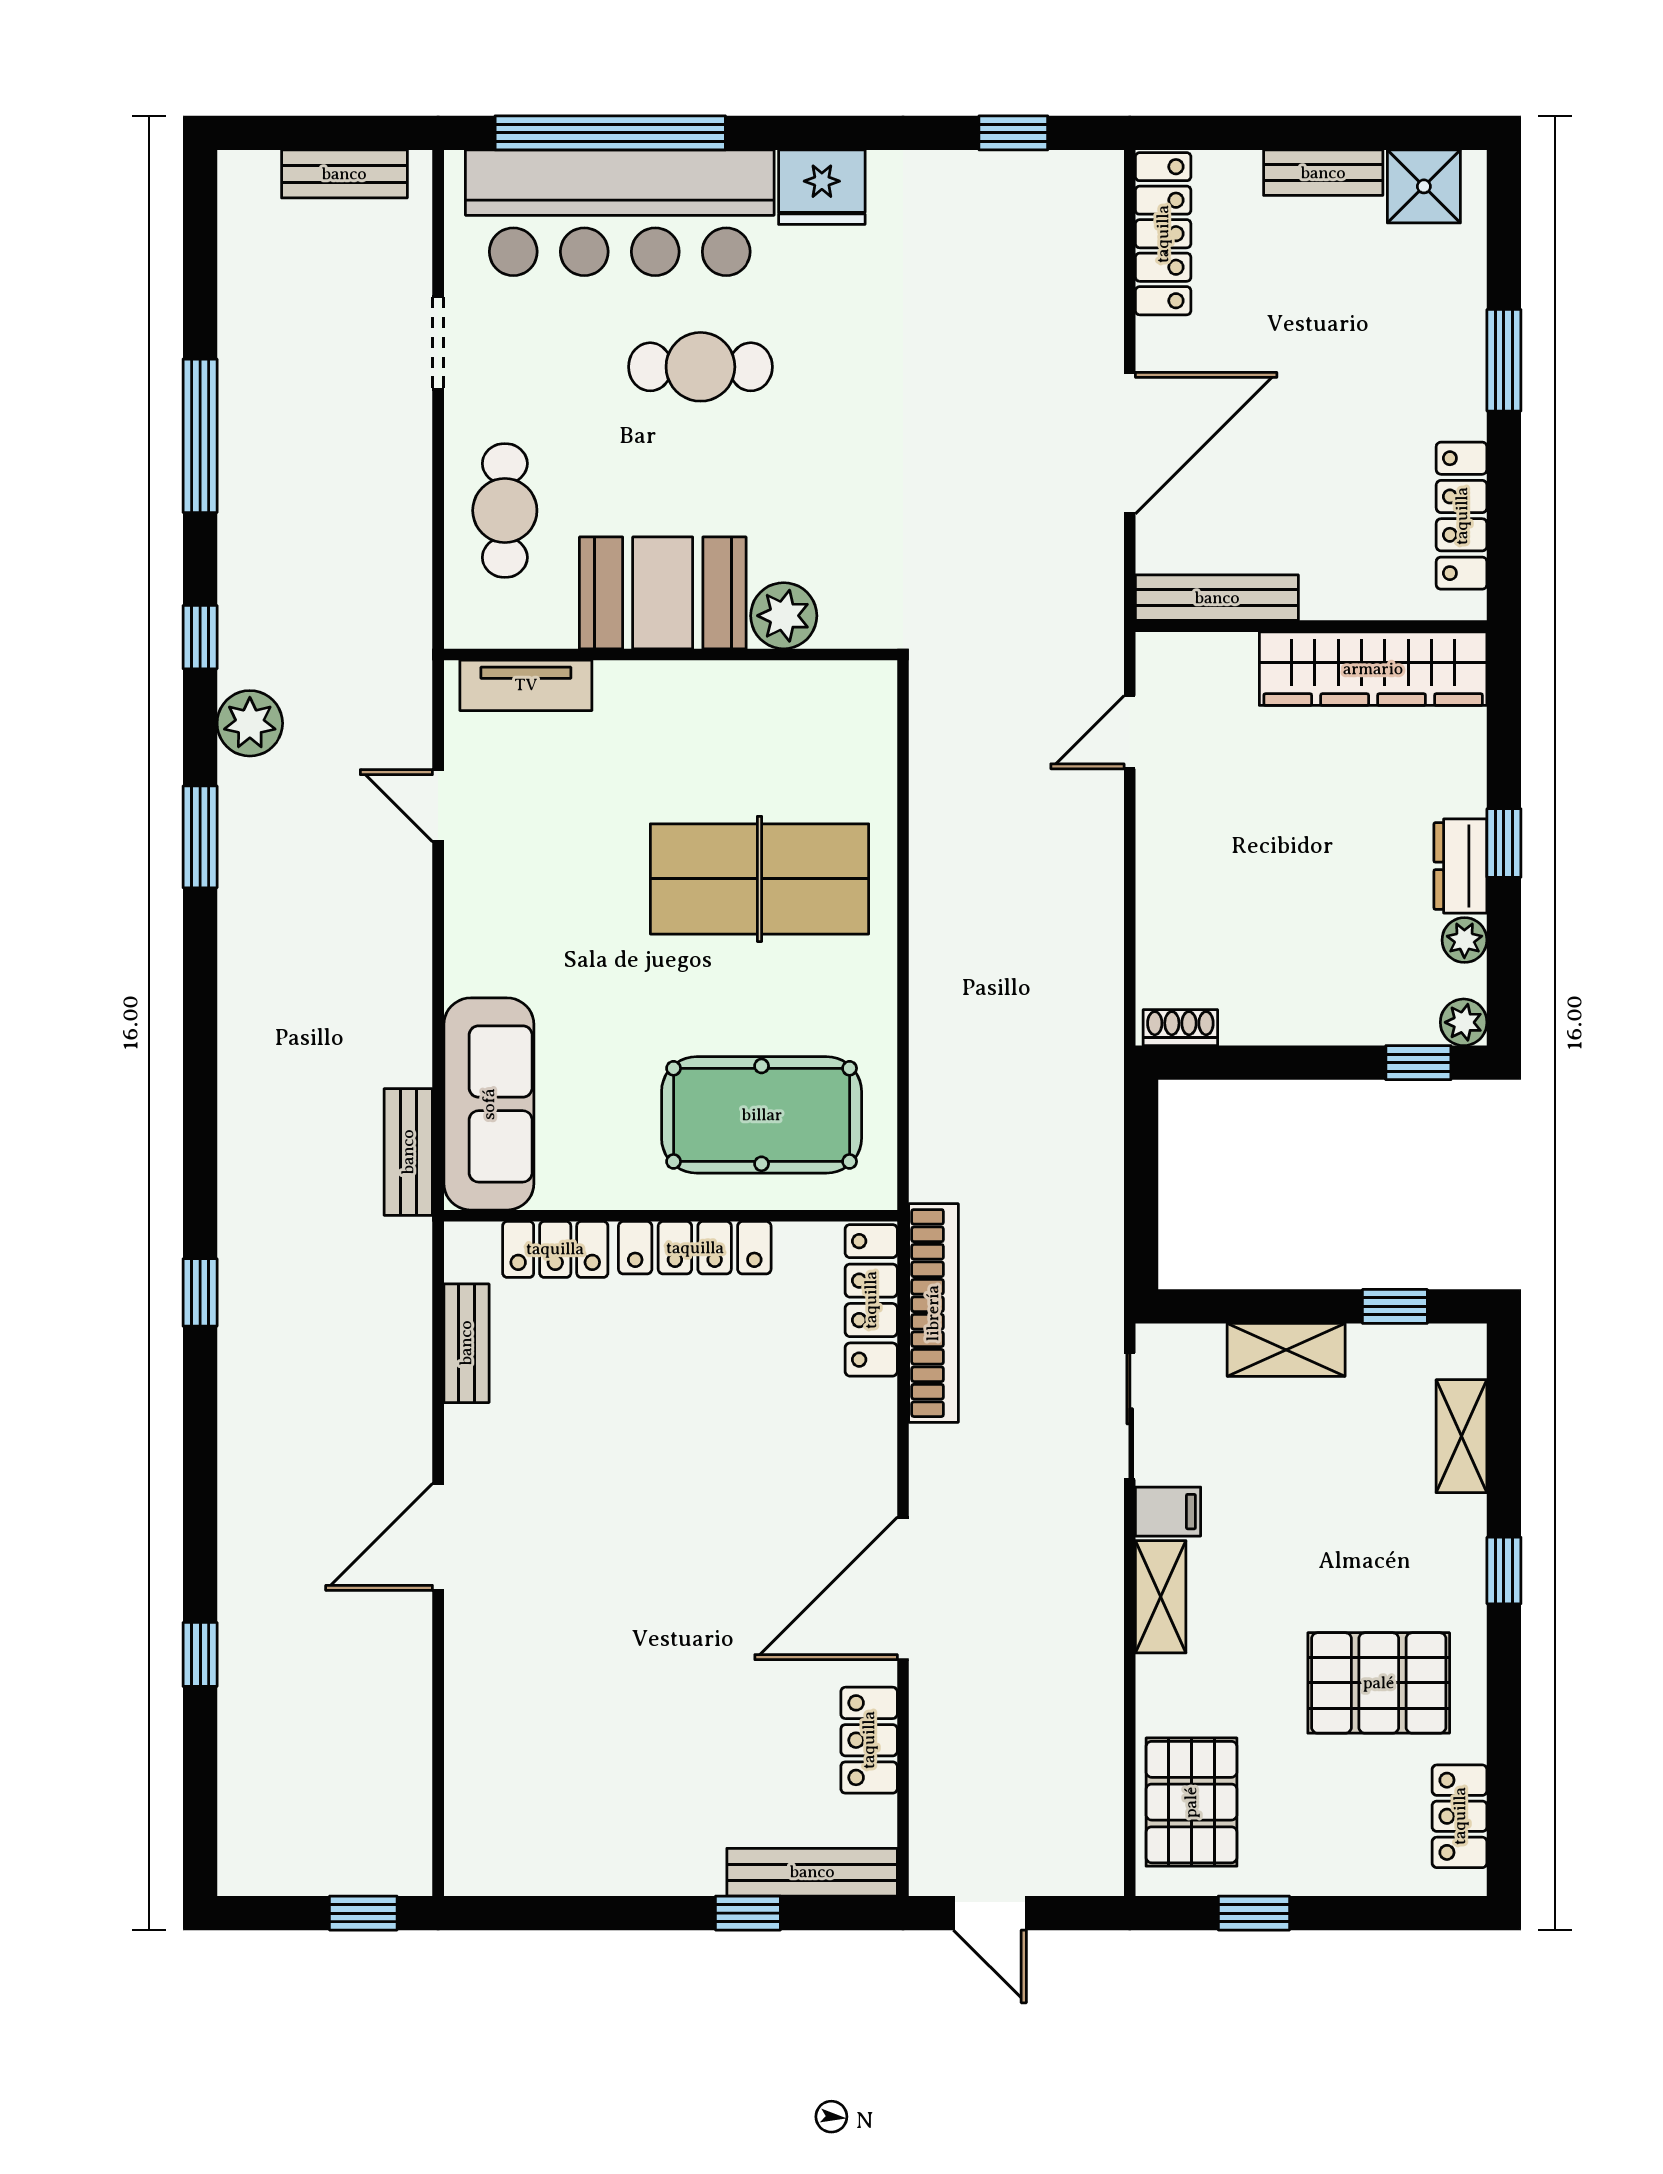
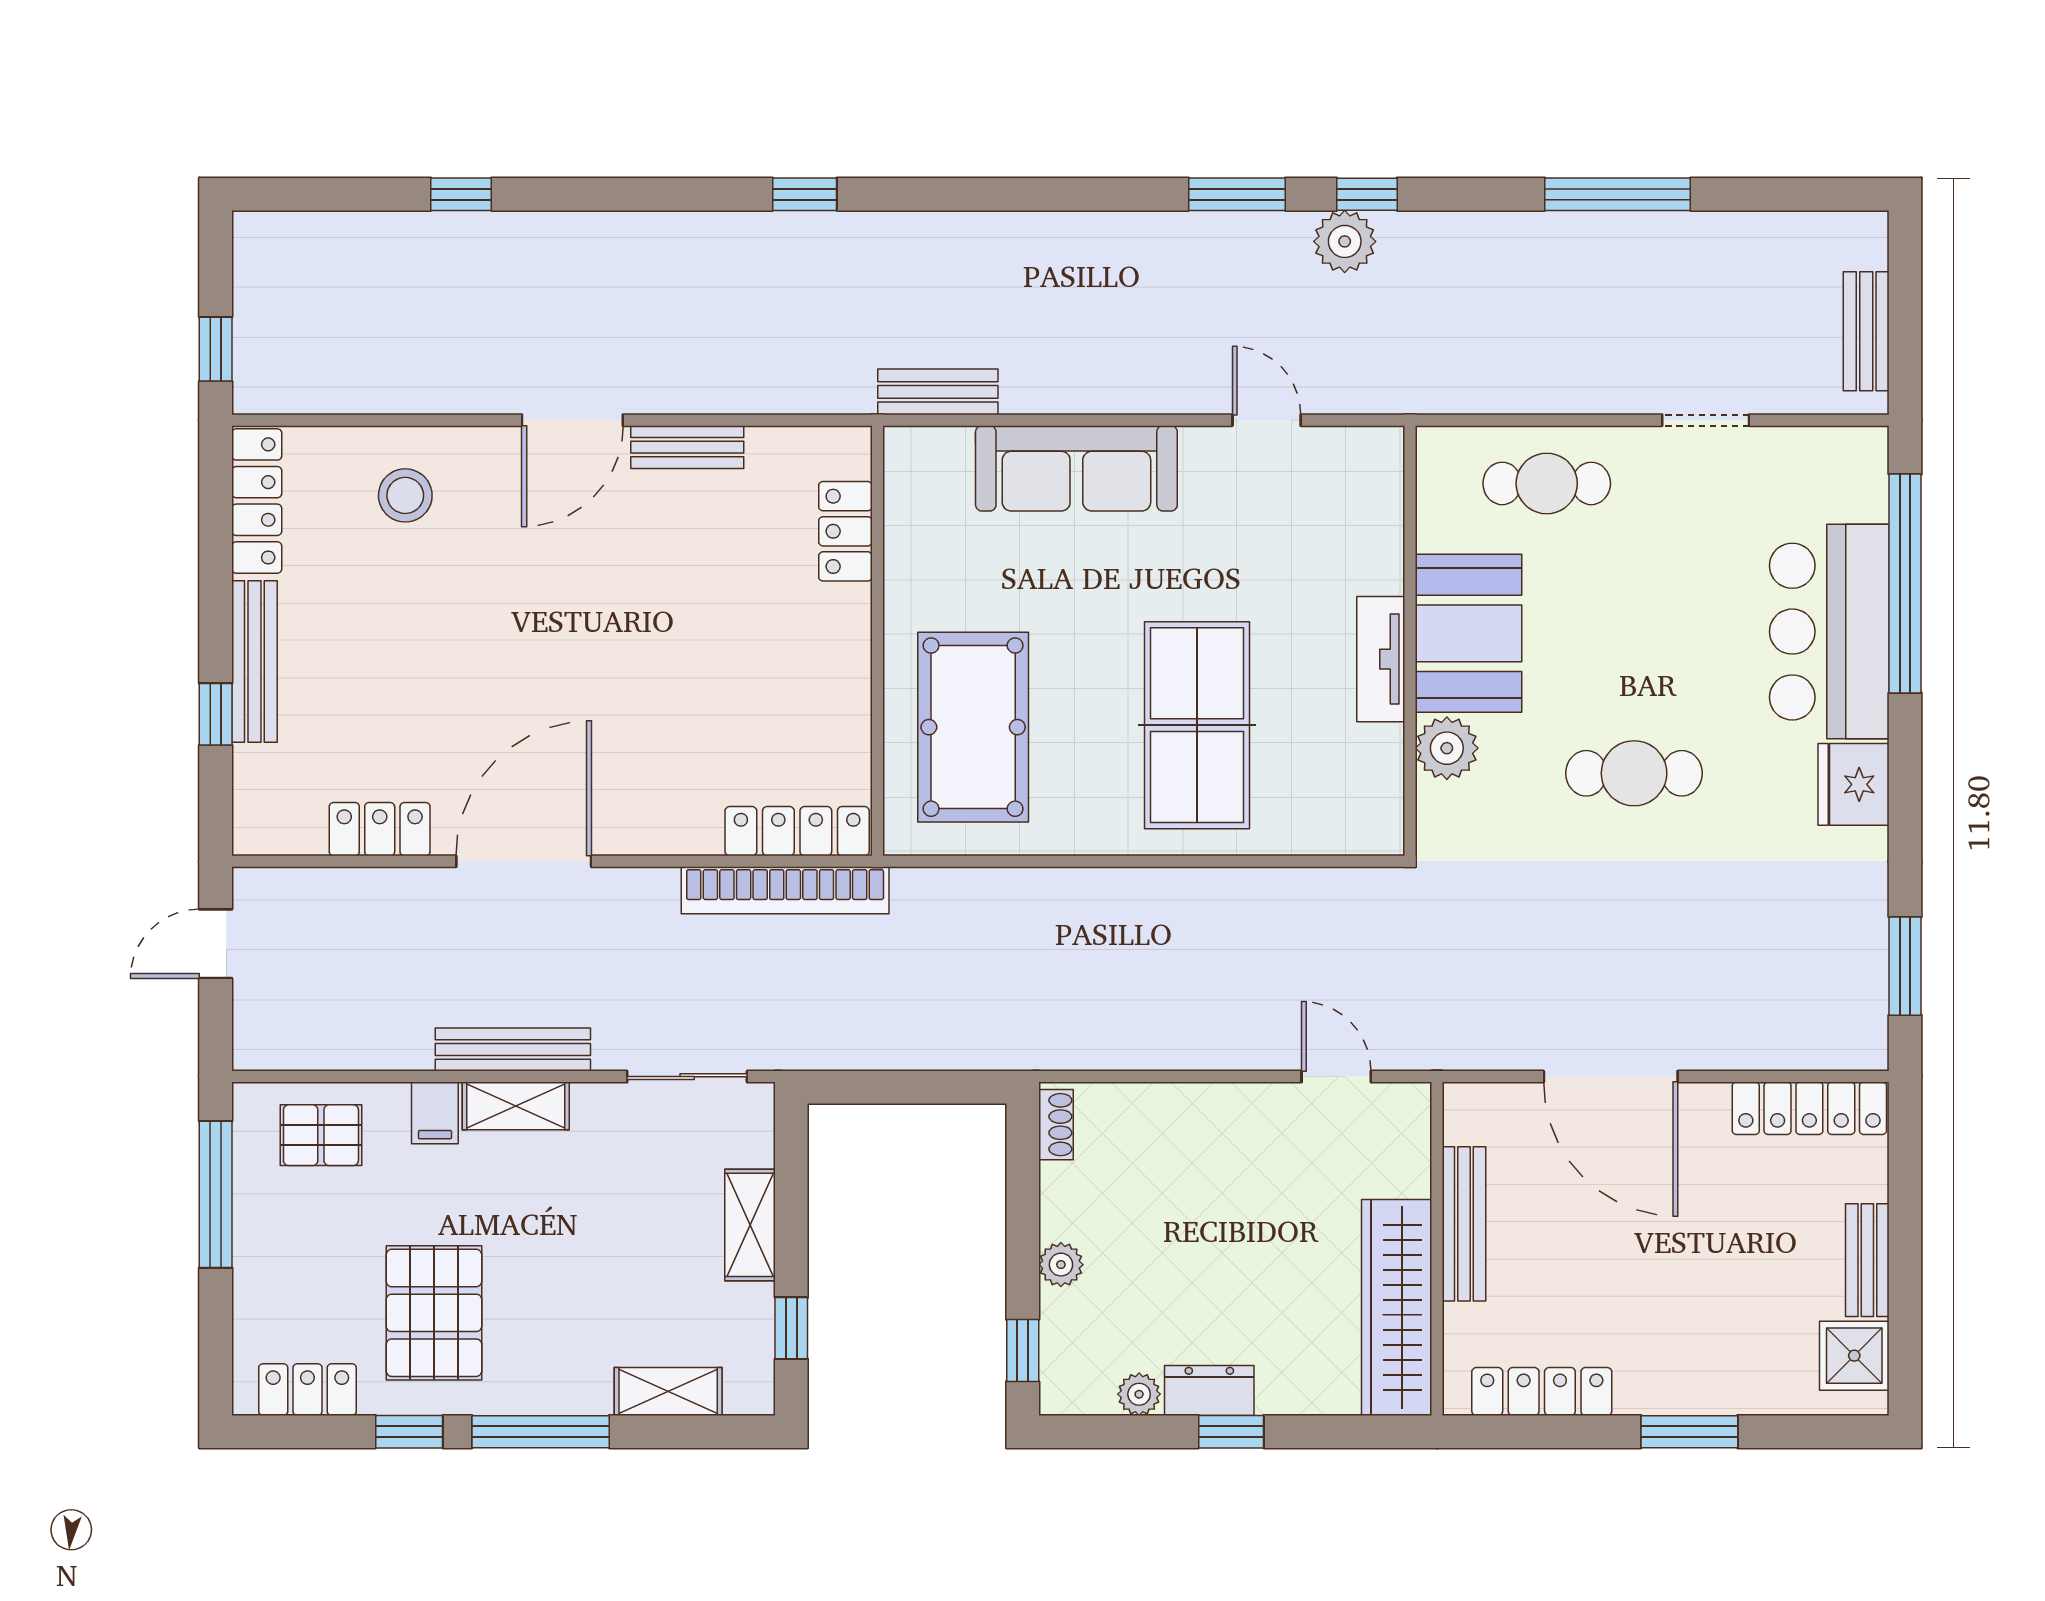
window: (1013, 133) -> (1905, 966), width x1.50
bar counter: (620, 213) -> (1829, 632), width x0.73
cafe table: (700, 367) -> (1634, 773), moved, turned 90
bench: (1217, 598) -> (1464, 1224), moved
window: (200, 637) -> (1367, 194), moved
tv unit: (526, 685) -> (1381, 659), moved
door: (438, 806) -> (1267, 420), hinge flipped
plant: (1464, 1022) -> (1061, 1265), moved
sofa: (489, 1104) -> (1076, 468), moved
locker: (695, 1248) -> (257, 501), moved, turned 180
bench: (466, 1343) -> (687, 447), moved
filing cabinet: (1168, 1512) -> (435, 1113), moved
door: (438, 1537) -> (572, 420), swing flipped
window: (1504, 1571) -> (541, 1432), width x2.17
door: (903, 1588) -> (524, 861), hinge flipped
bench: (1101, 1600) -> (513, 1050), added
window: (1504, 1709) -> (409, 1432), added
stool: (517, 1713) -> (405, 495), added
pallet: (1191, 1802) -> (321, 1135), width x0.67, depth x0.71
bench: (812, 1872) -> (254, 662), moved
window: (1254, 1913) -> (216, 1194), width x2.17

